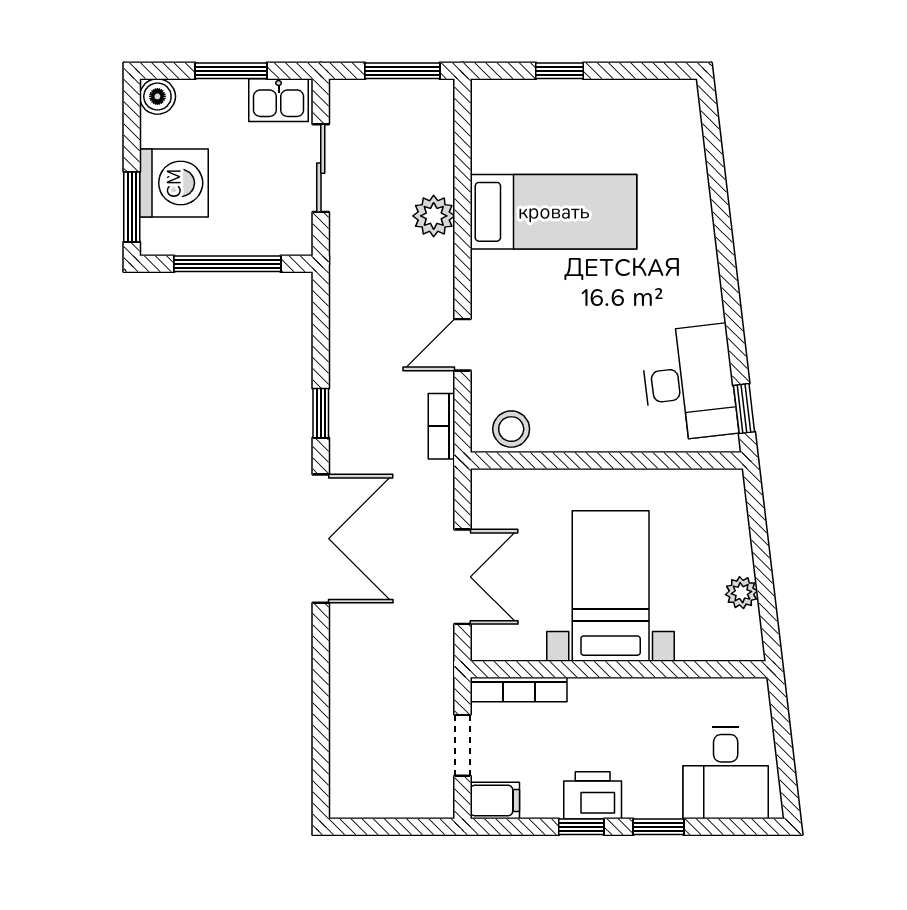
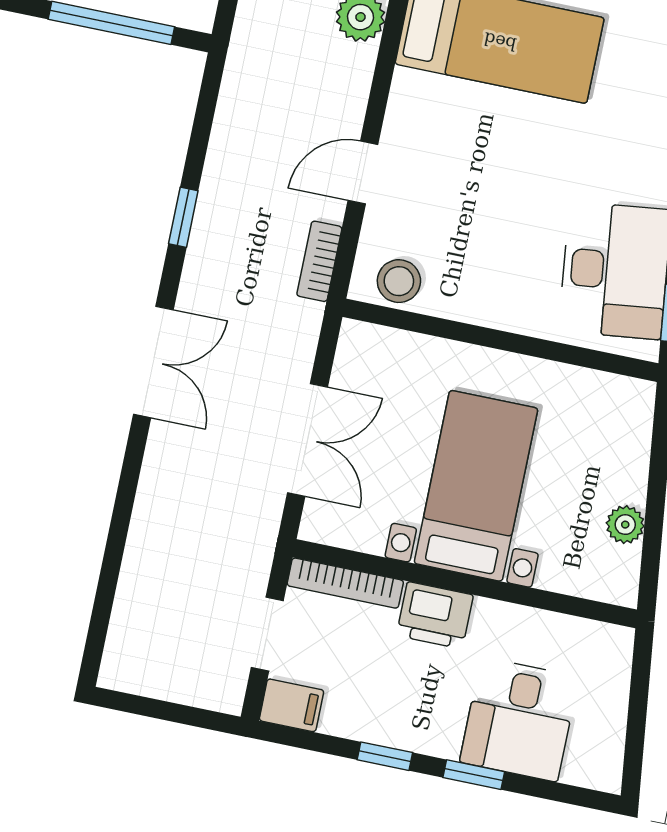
double door: (321, 539) -> (153, 362), width x0.73
desk: (726, 773) -> (519, 719), moved
printer: (593, 795) -> (435, 615), moved, turned 180

